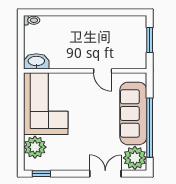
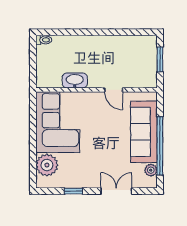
washbasin: (36, 61) -> (75, 81), moved
plant: (135, 158) -> (151, 170), width x0.53, depth x0.53
window: (41, 174) -> (73, 191), moved

